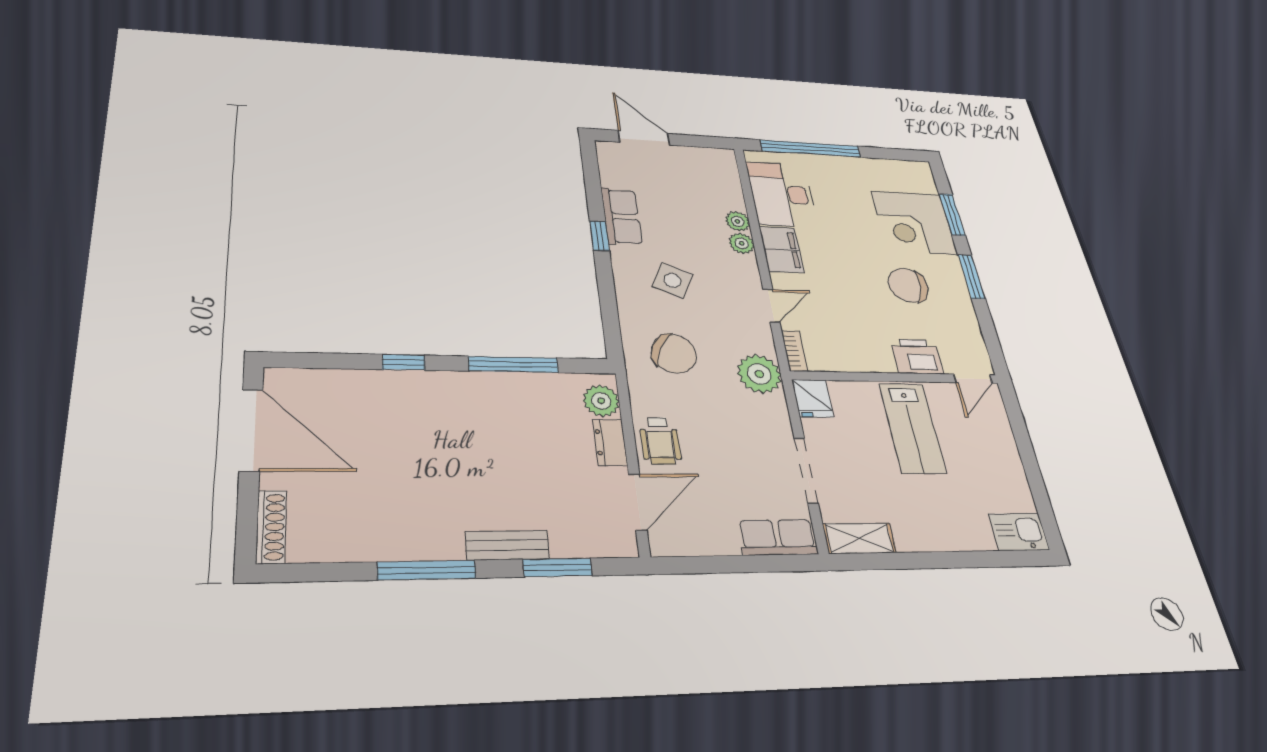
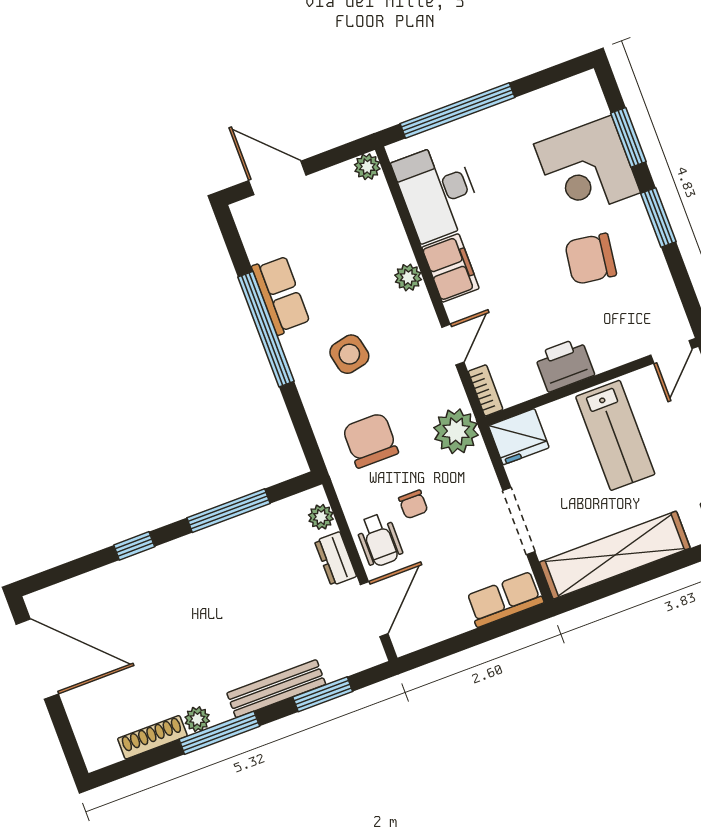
plant: (738, 221) -> (367, 167), moved
window: (600, 236) -> (266, 329), width x3.17
side table: (672, 280) -> (349, 354), turned -37
chair: (674, 354) -> (370, 440), turned -117
printer: (917, 357) -> (564, 365), moved
fridge: (813, 398) -> (519, 437), width x1.38
plant: (601, 401) -> (321, 517), width x0.73, depth x0.73
chair: (703, 421) -> (413, 504), added
shoe rack: (271, 527) -> (152, 737), moved, turned -90
shelving: (859, 538) -> (615, 555), width x2.20, depth x1.33
bench: (507, 545) -> (276, 689), width x1.36
plant: (407, 548) -> (197, 719), added

